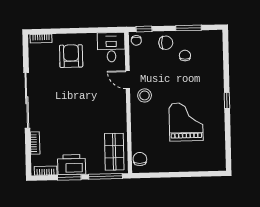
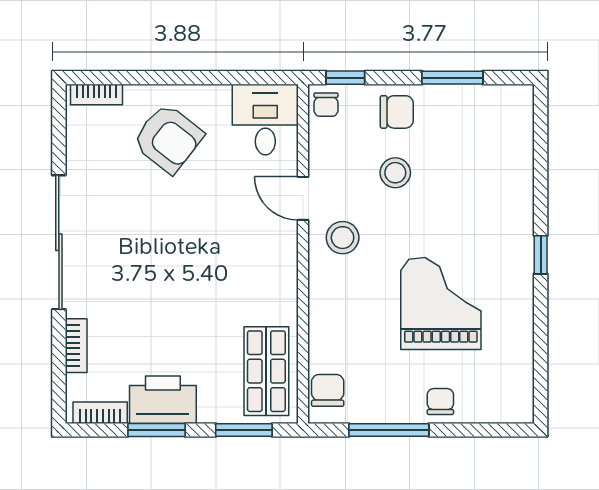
armchair: (71, 56) -> (168, 138), turned 128
chair: (185, 56) -> (440, 402), moved
stool: (166, 68) -> (395, 173), added
window: (166, 175) -> (389, 430), added
window: (106, 176) -> (244, 430), width x0.69

